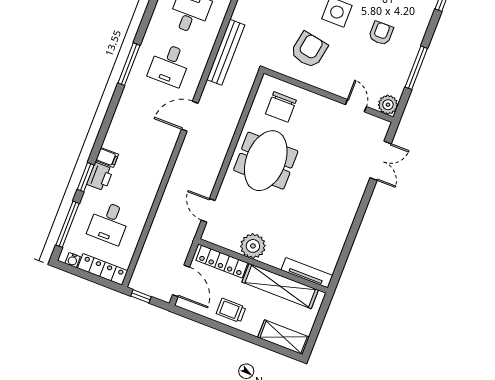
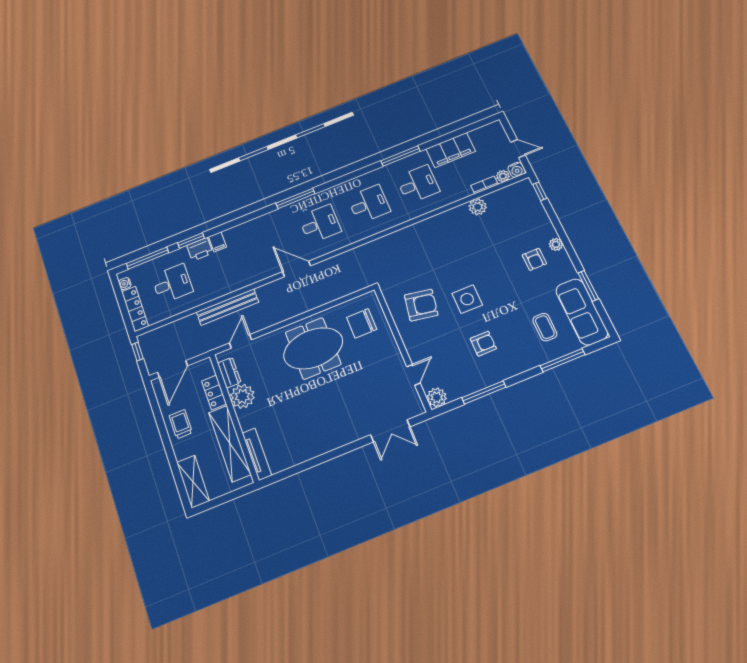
bench: (226, 52) -> (227, 307), moved
desk: (170, 65) -> (320, 224), turned 180
desk: (109, 223) -> (172, 284), turned 180
dresser: (225, 240) -> (229, 373), added
locker: (222, 262) -> (214, 392), width x0.66

